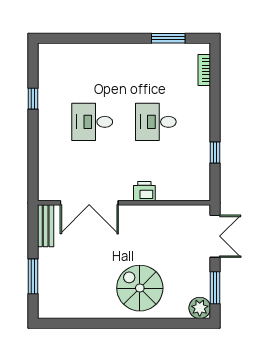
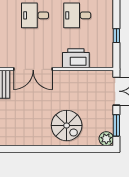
printer: (144, 191) -> (76, 58), width x1.87, depth x1.48
spiral stairs: (140, 288) -> (67, 125), turned 180

